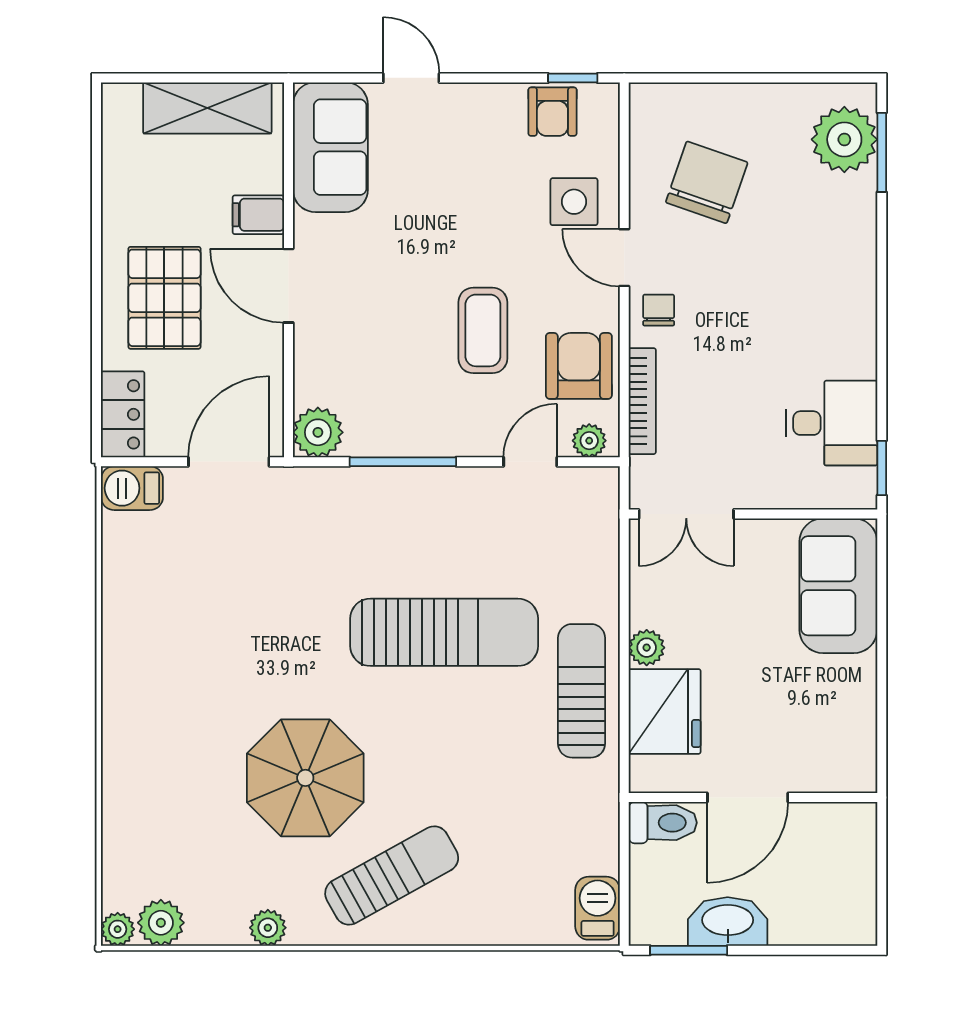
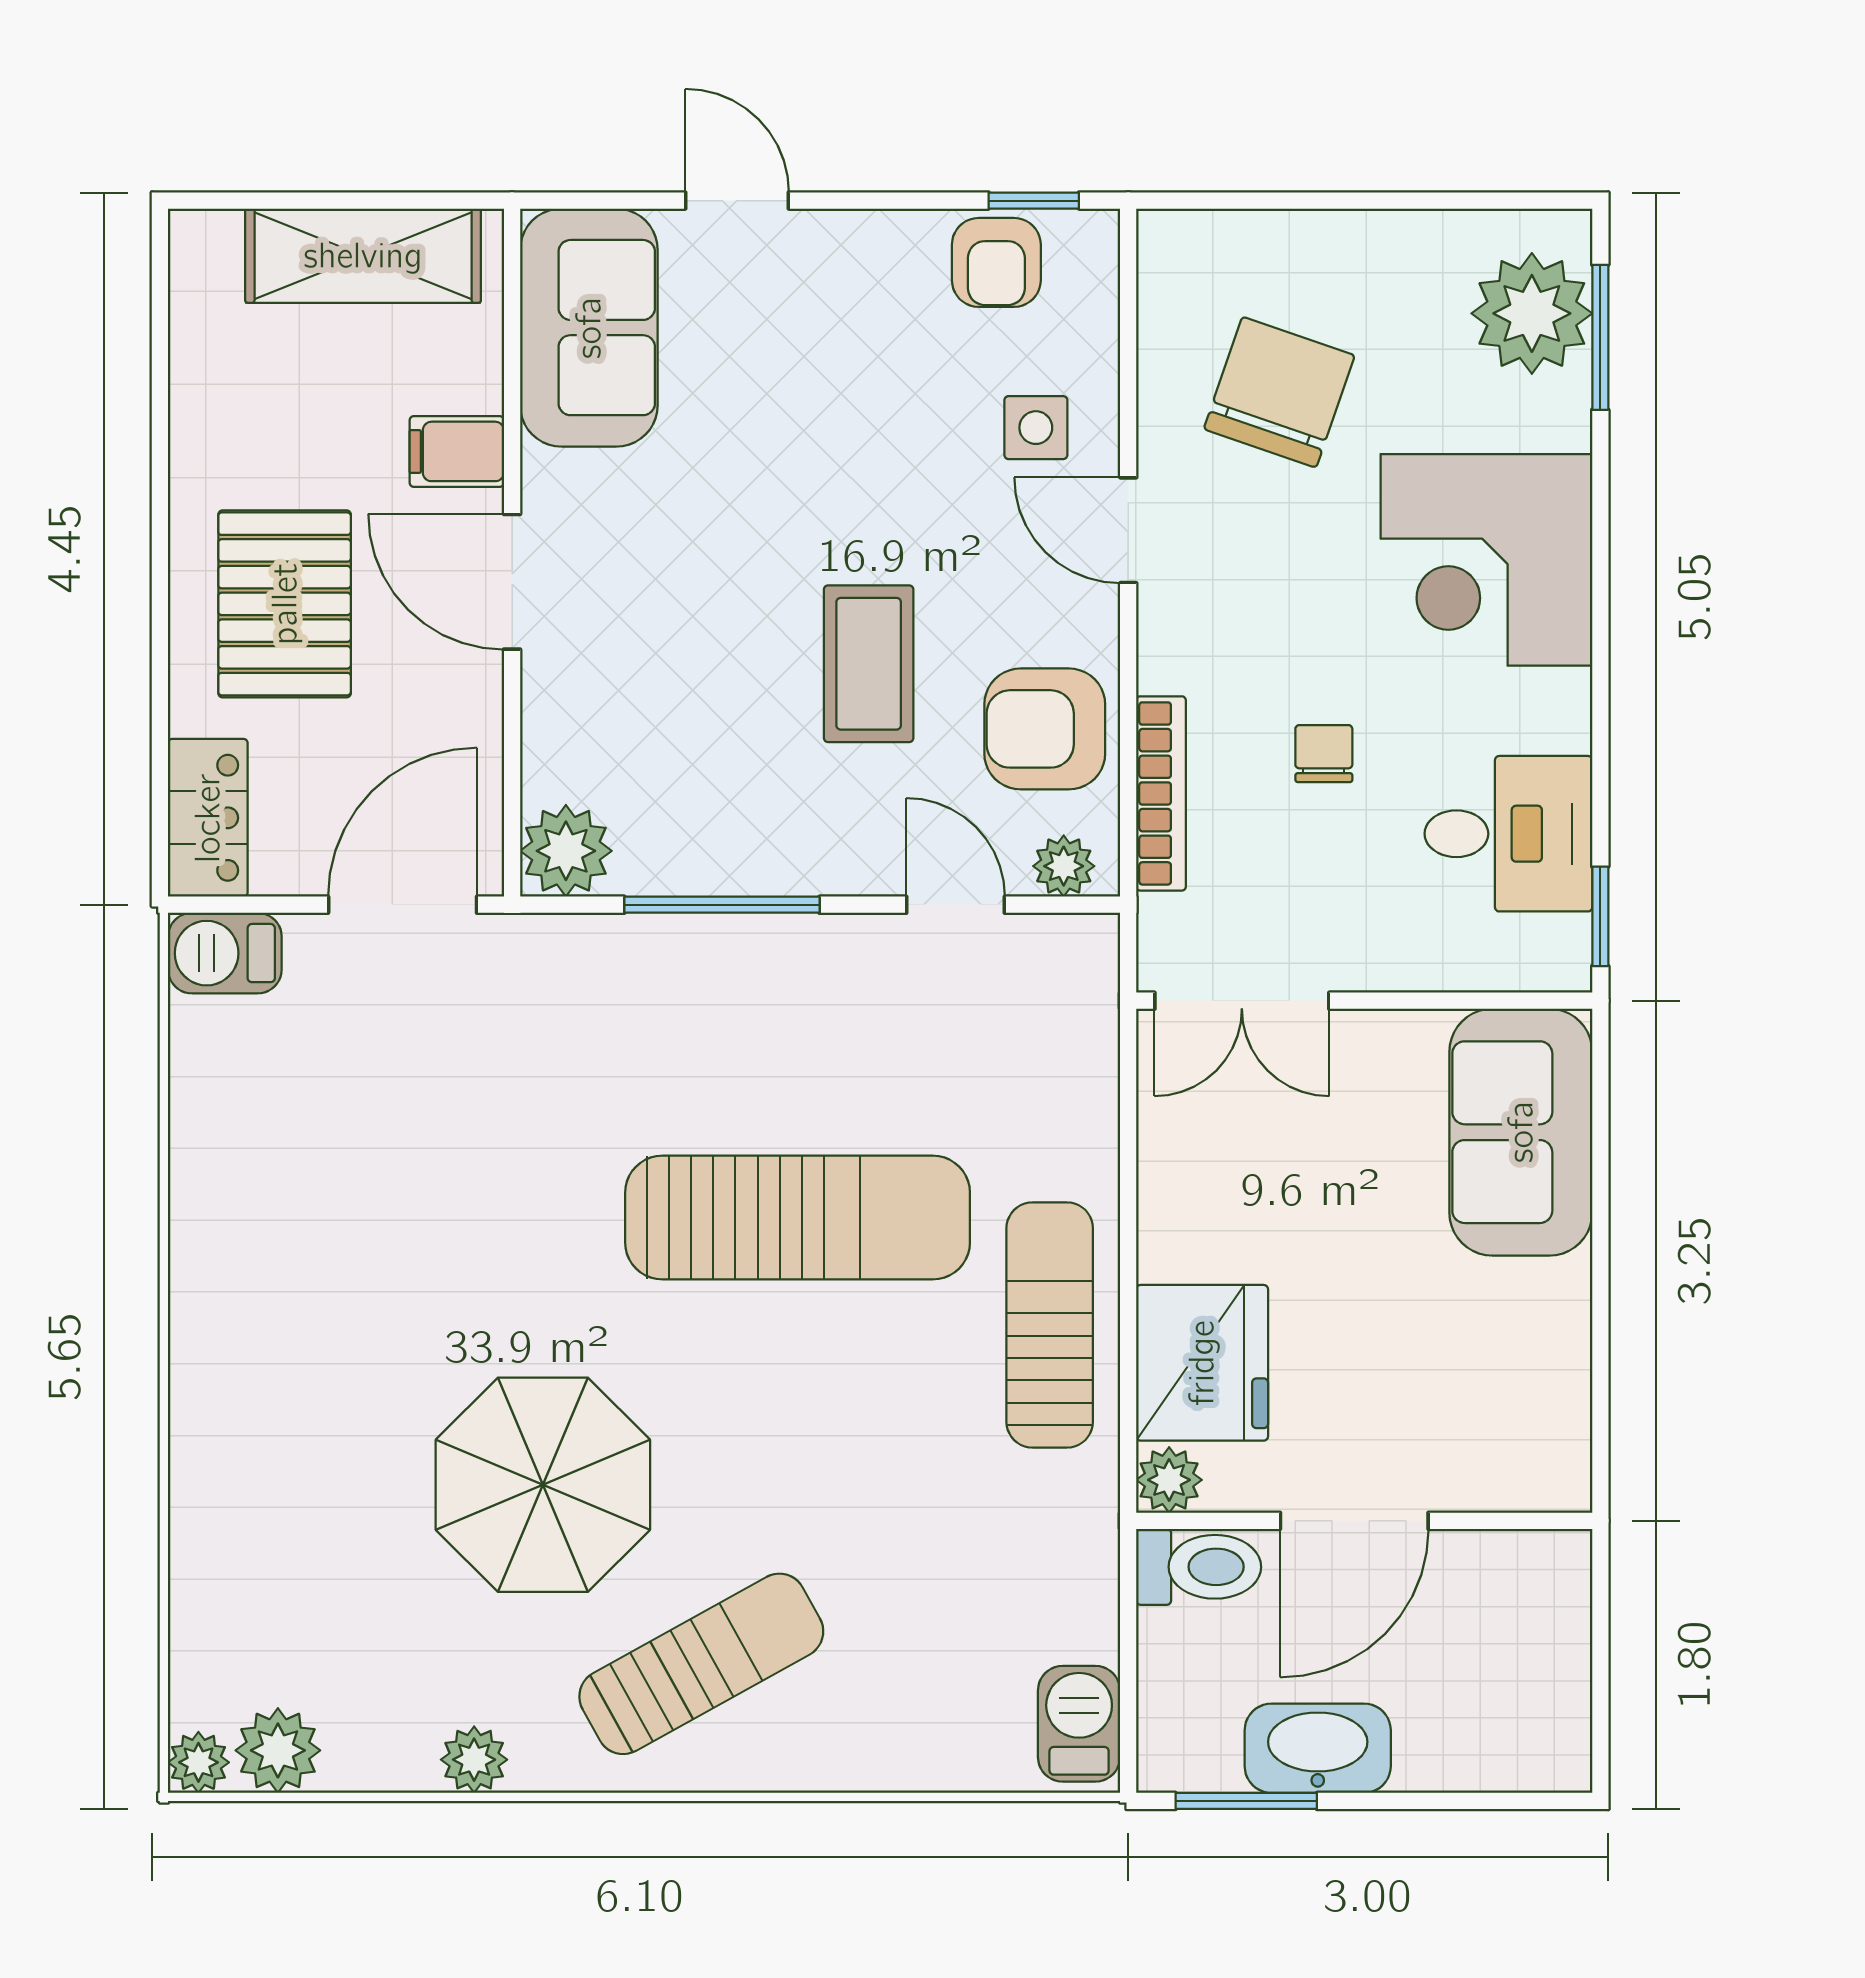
side table: (574, 202) -> (1036, 428), width x0.73, depth x0.73
corner desk: (820, 274) -> (1486, 560), added
chair: (659, 310) -> (1324, 754), moved
armchair: (579, 366) -> (1045, 729), turned -90
door: (530, 462) -> (955, 905), hinge flipped
plant: (647, 648) -> (1169, 1480), moved

